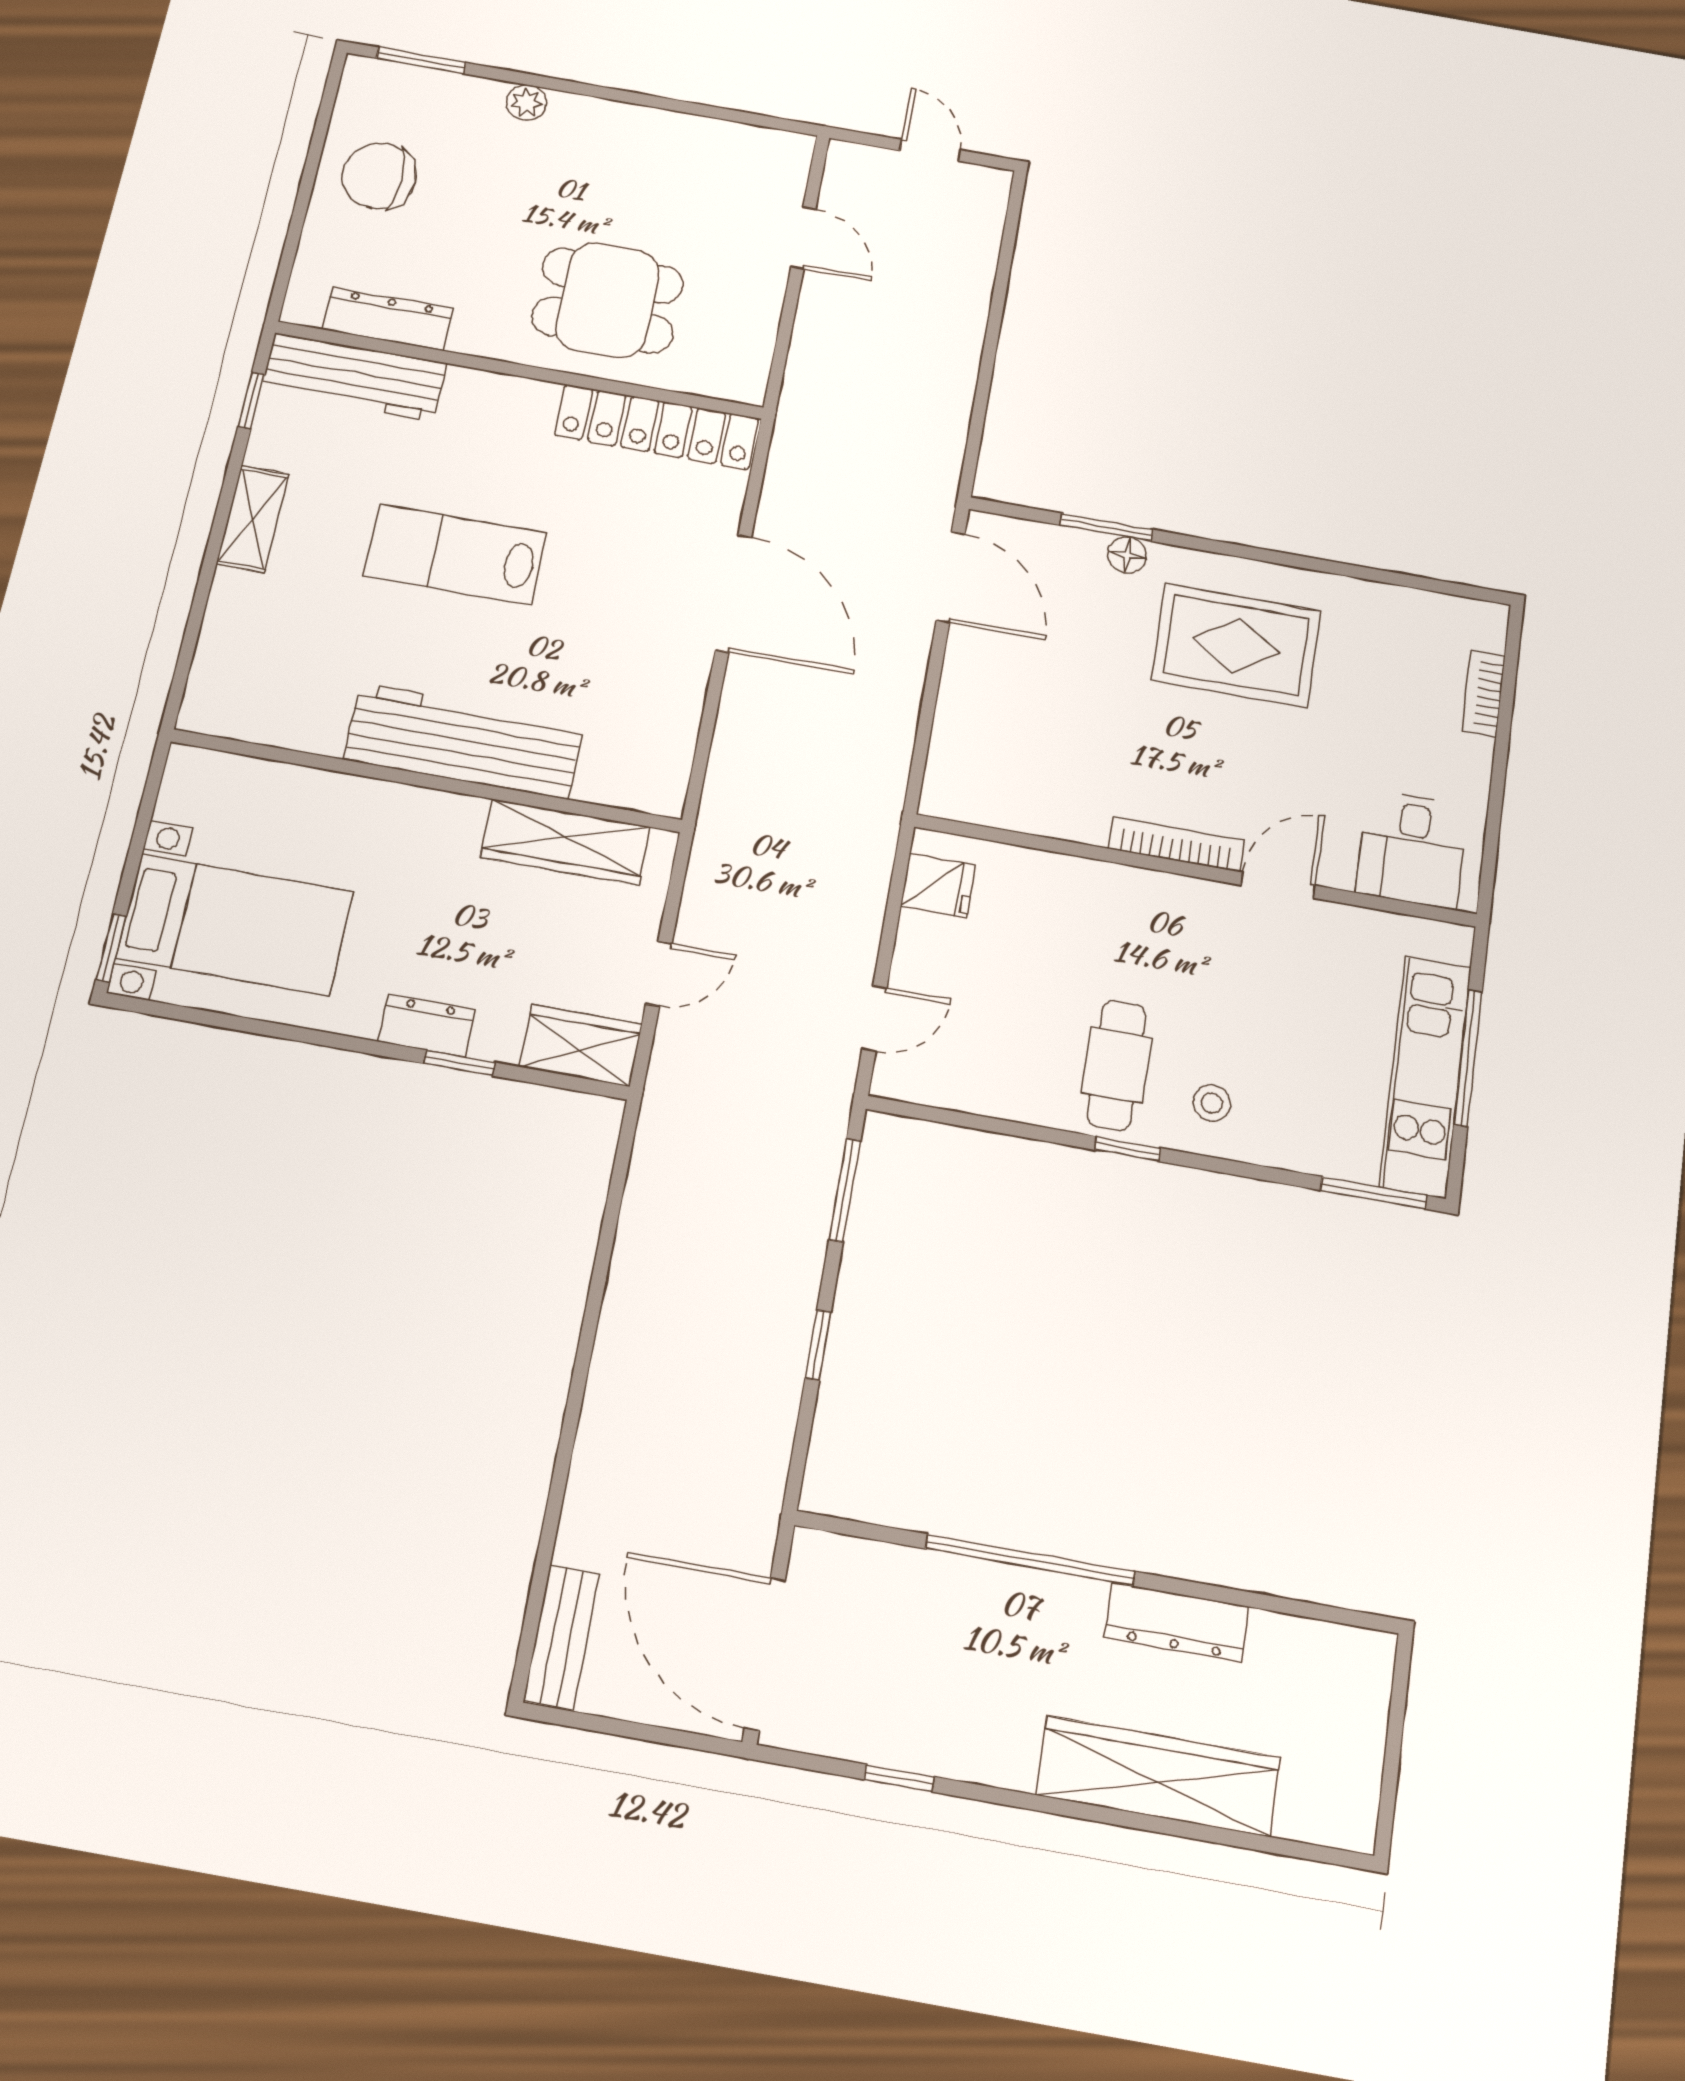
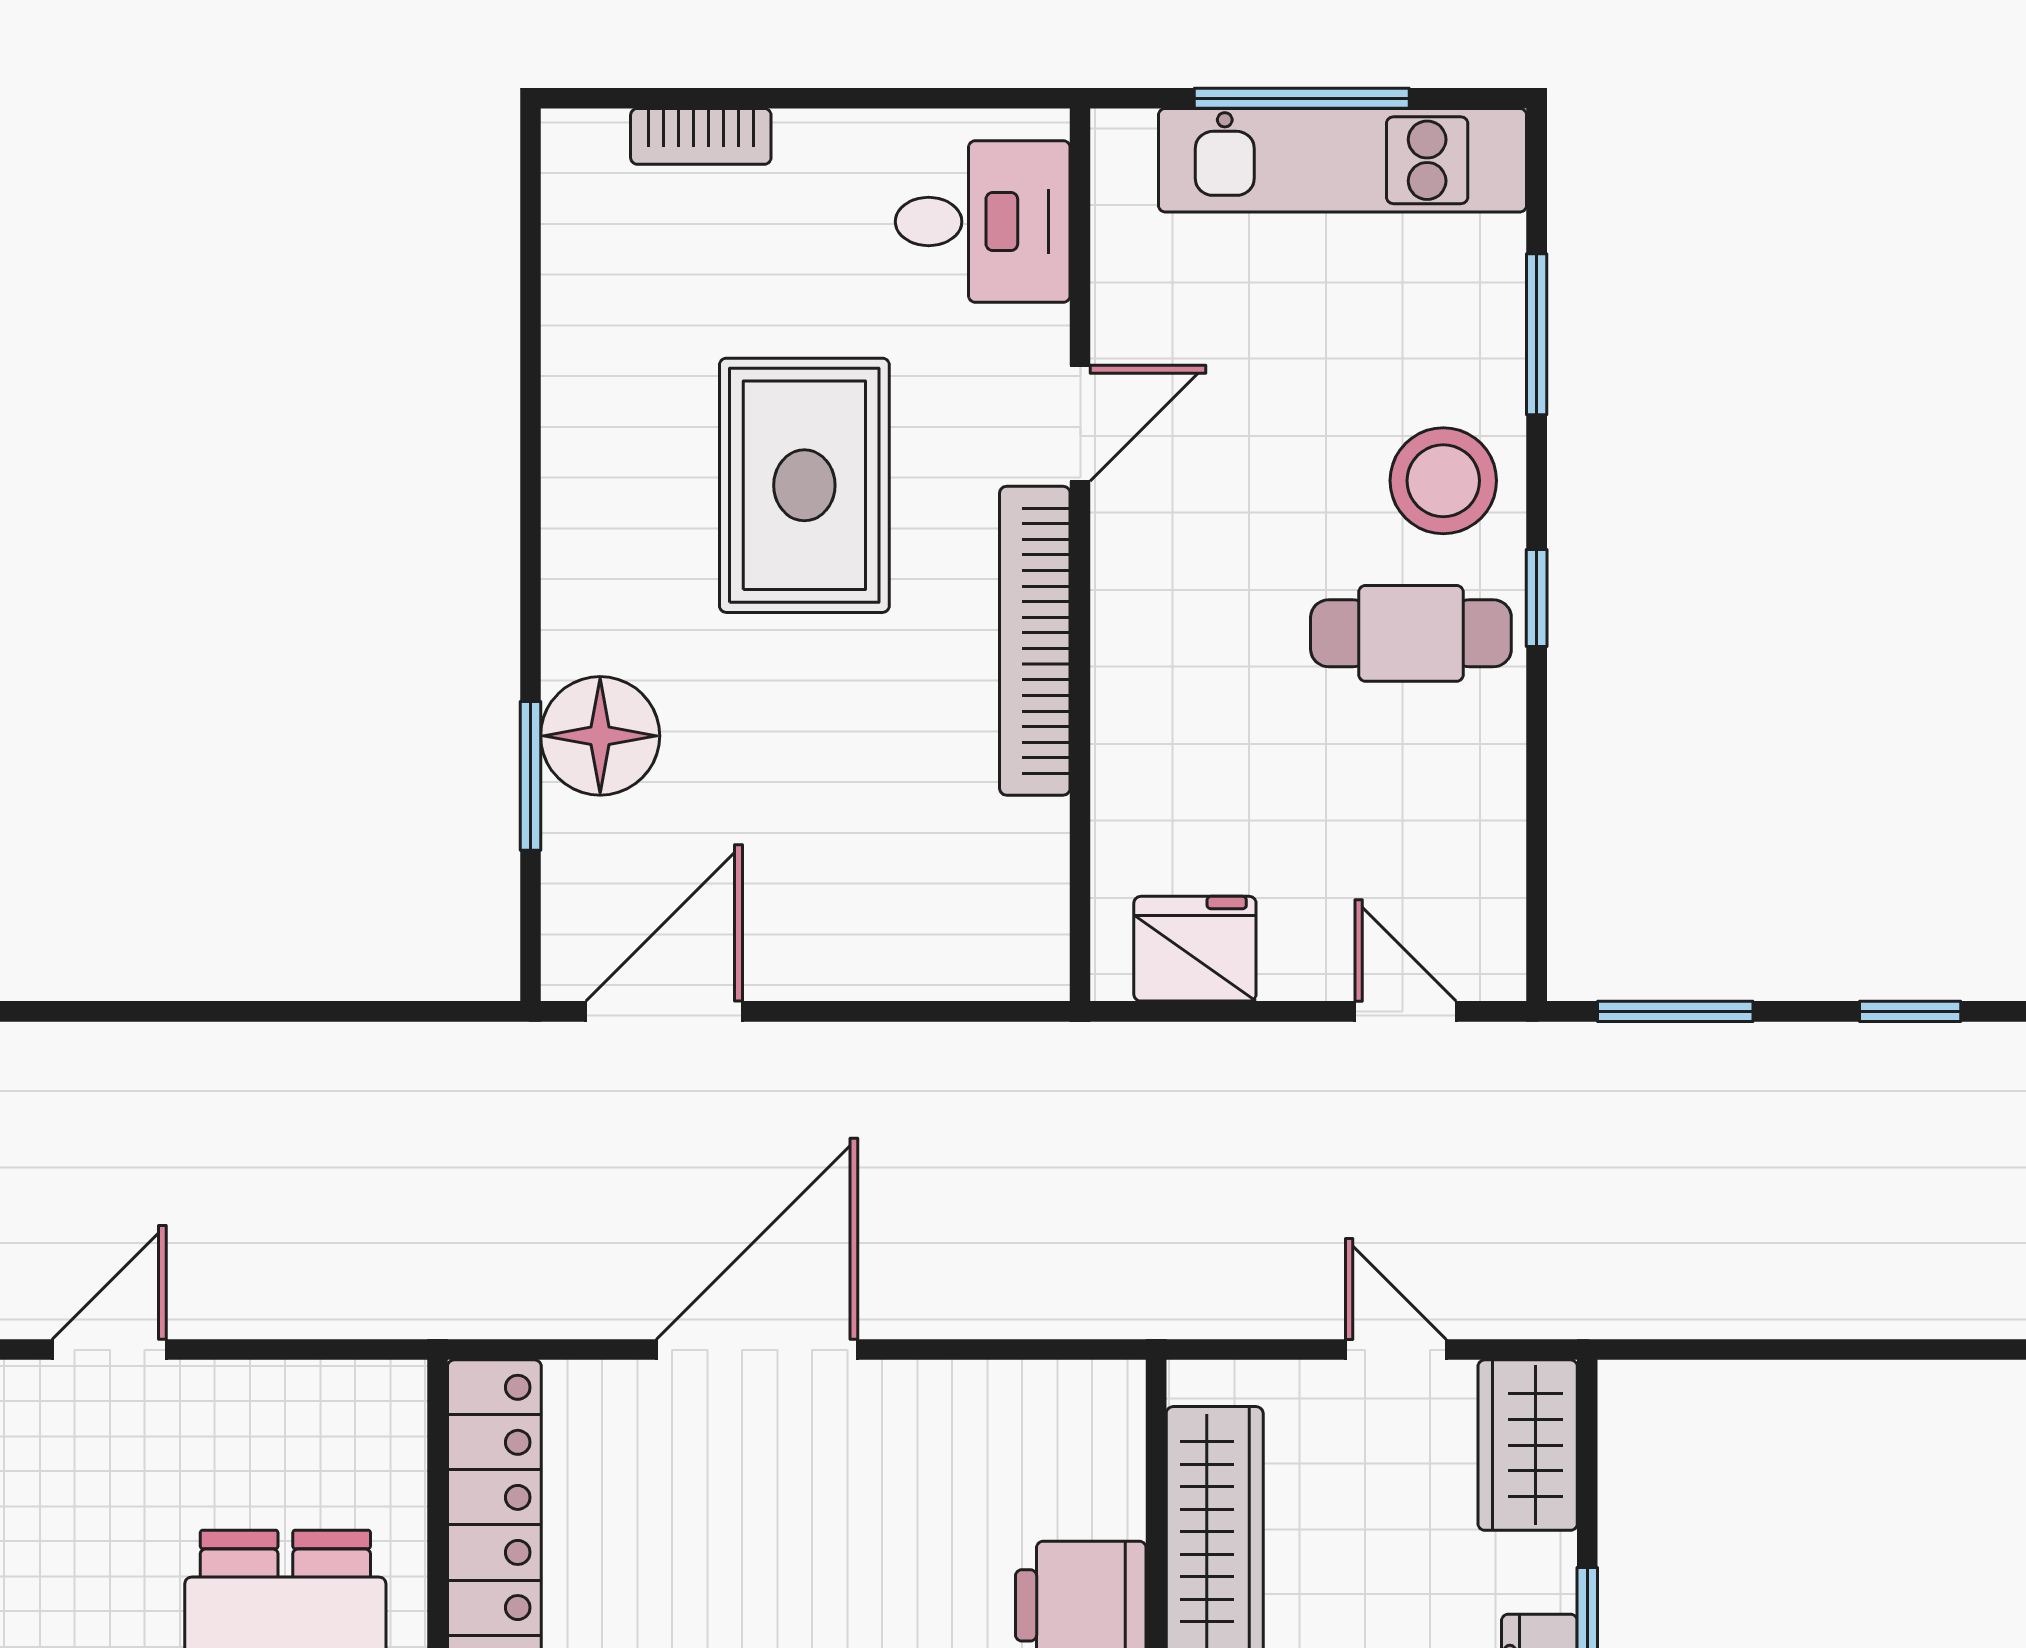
floor lamp: (1127, 555) -> (600, 736), width x1.89, depth x1.89
rug: (1236, 645) -> (804, 485), moved
bookcase: (1176, 844) -> (1035, 641), width x1.48, depth x1.31
door: (1278, 885) -> (1080, 423), swing flipped
fridge: (938, 886) -> (1195, 949), width x1.38
stool: (1212, 1103) -> (1443, 481), width x1.89, depth x1.89
window: (1374, 1193) -> (1537, 334), moved

